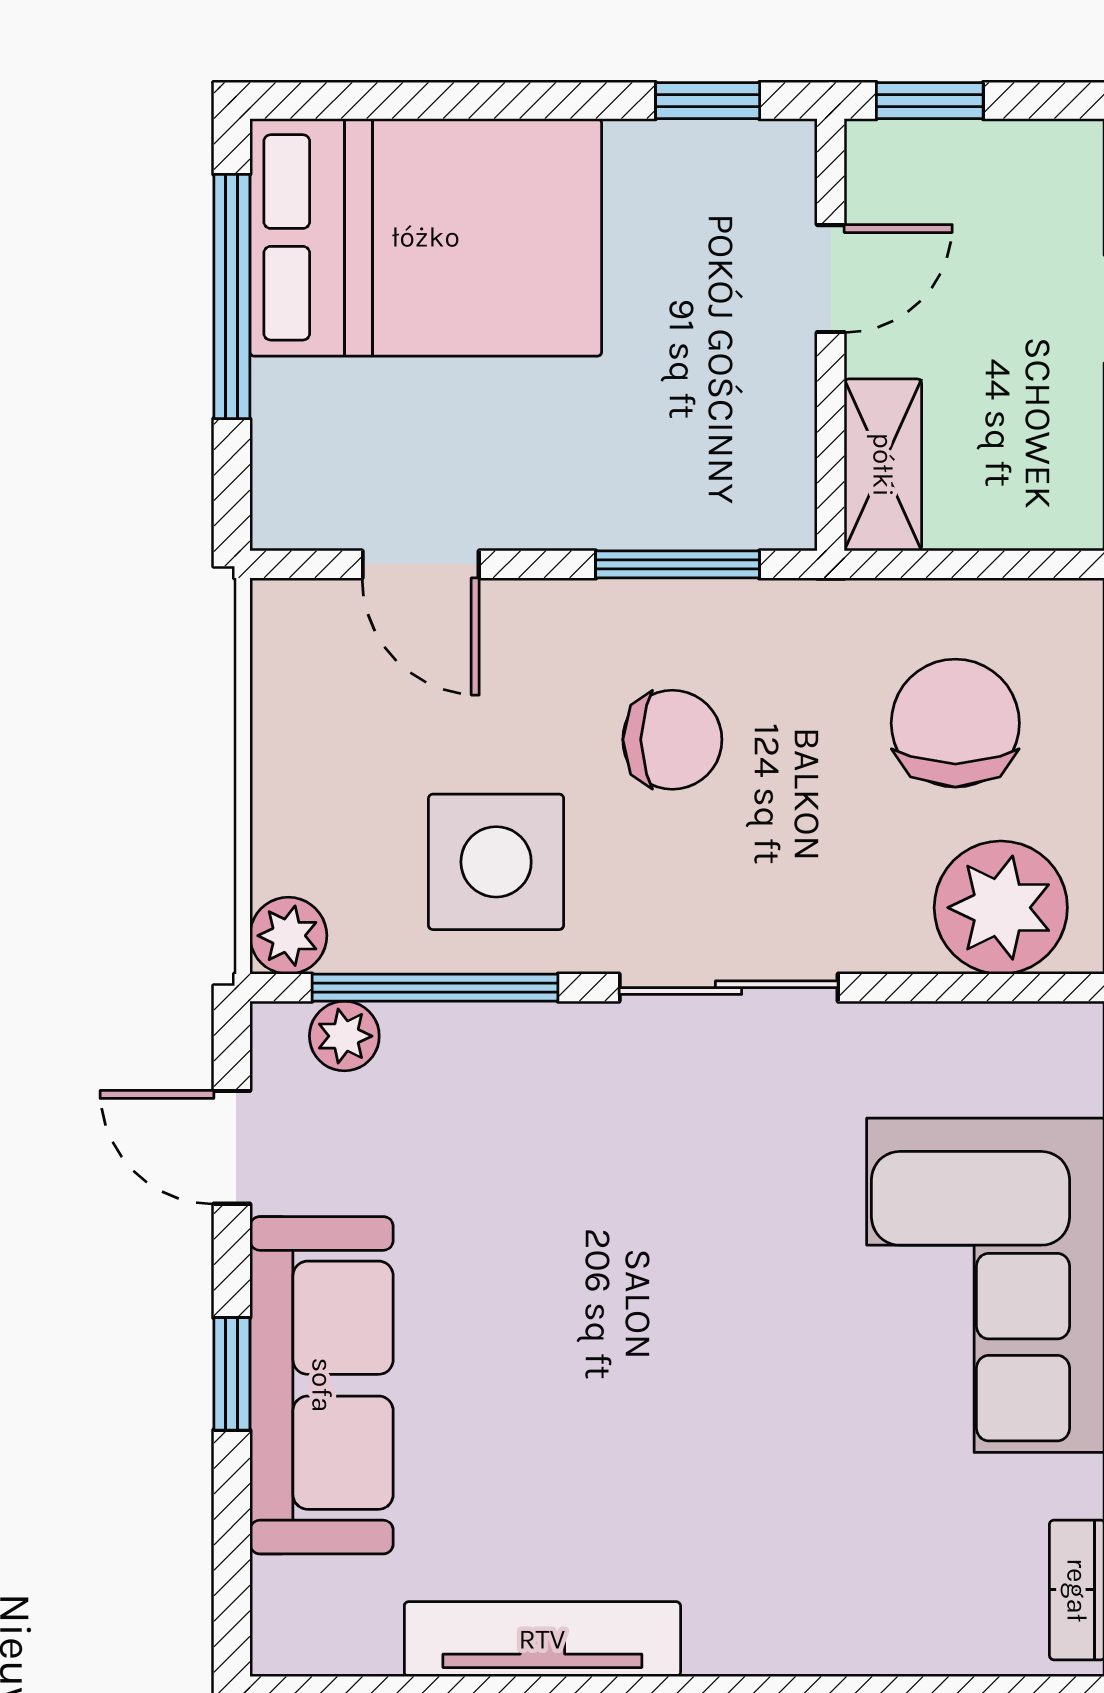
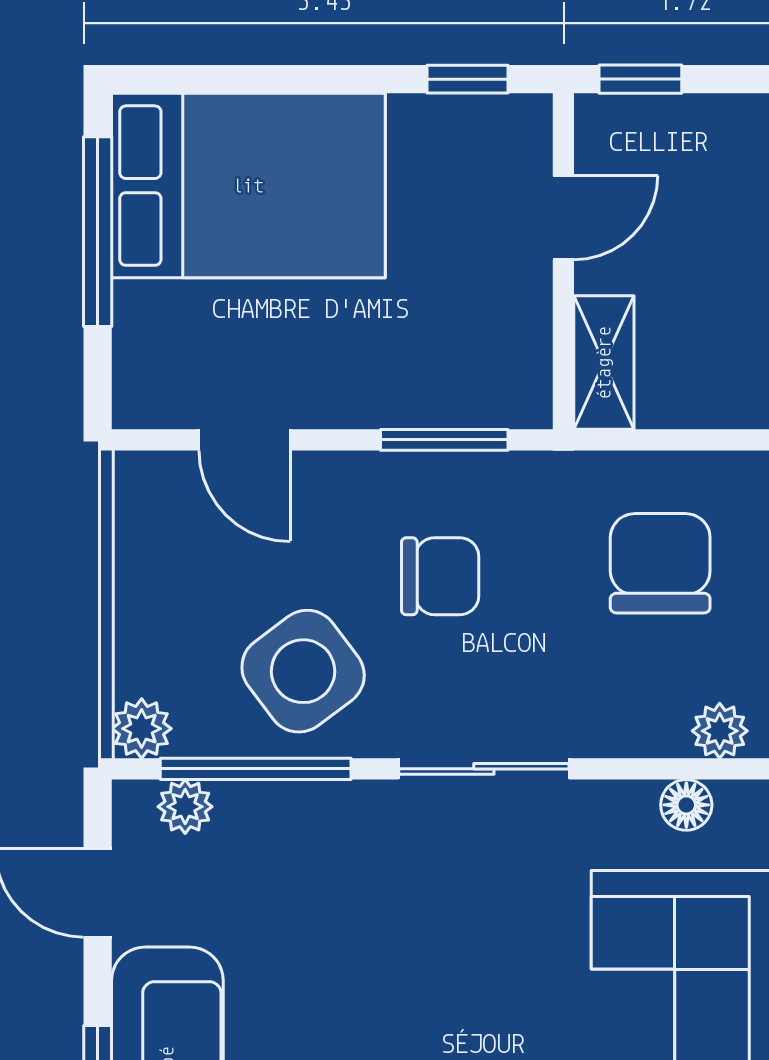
side table: (496, 862) -> (303, 671), turned -37
plant: (1001, 908) -> (720, 731), width x0.53, depth x0.53
floor lamp: (989, 1034) -> (686, 805), added

